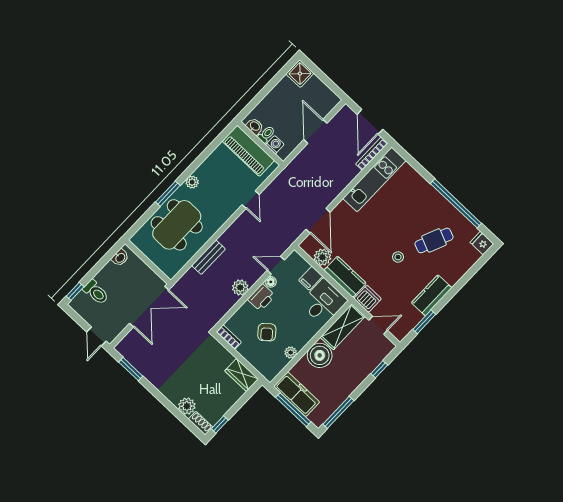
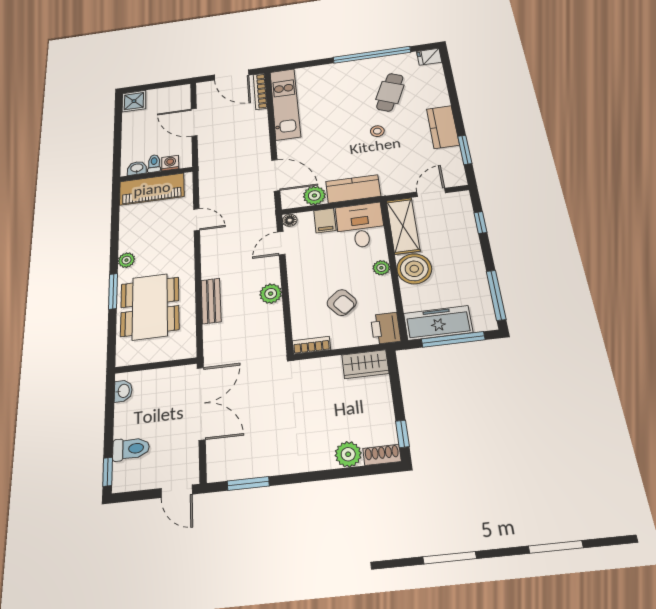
floor lamp: (271, 282) -> (290, 220), moved
printer: (261, 297) -> (386, 328), moved, turned 180
dishwasher: (368, 299) -> (394, 184), removed
plant: (291, 352) -> (381, 268), moved

